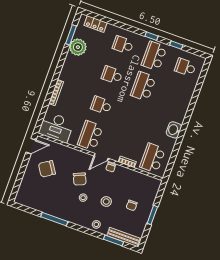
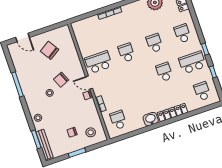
school desk: (143, 86) -> (164, 72), width x0.54
locker: (183, 107) -> (173, 113), added
desk: (56, 127) -> (85, 33), removed
door: (31, 146) -> (23, 37), moved
school desk: (153, 158) -> (118, 120), width x0.54
stool: (106, 202) -> (91, 132), moved

